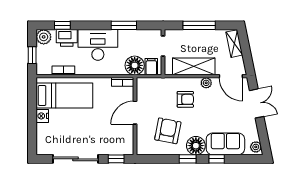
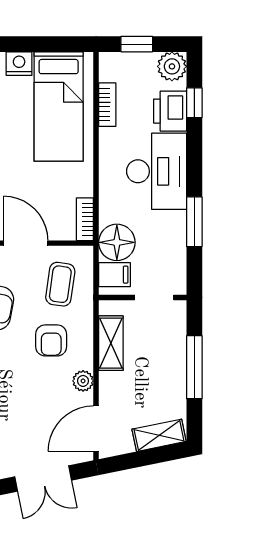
shelving: (194, 66) -> (111, 343), width x0.67, depth x0.75
coffee table: (156, 95) -> (60, 284), added

